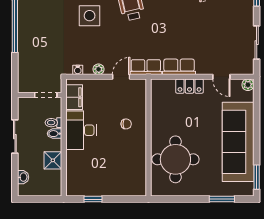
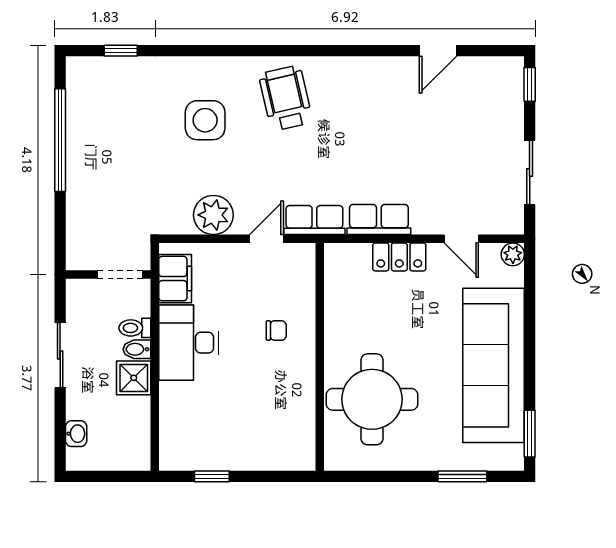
plant: (99, 69) -> (213, 215), width x1.87, depth x1.87
water cooler: (78, 70) -> (182, 225), removed
shower: (53, 160) -> (134, 378), moved

